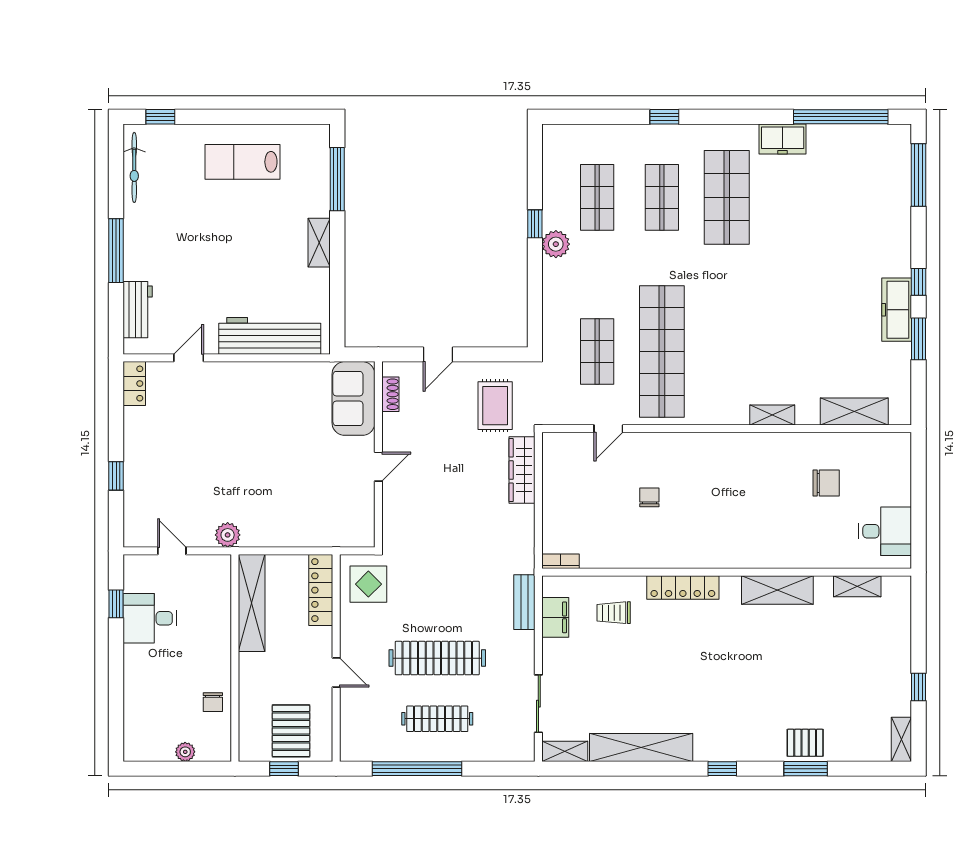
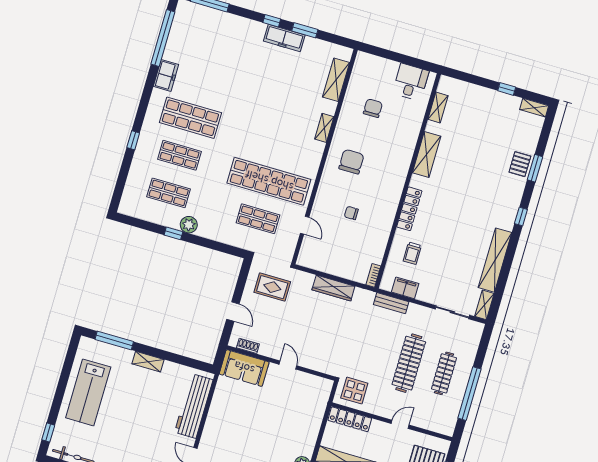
lab bench: (243, 162) -> (88, 392), width x1.36, depth x1.39
wardrobe: (522, 470) -> (333, 288), moved
chair: (731, 474) -> (351, 162), added

